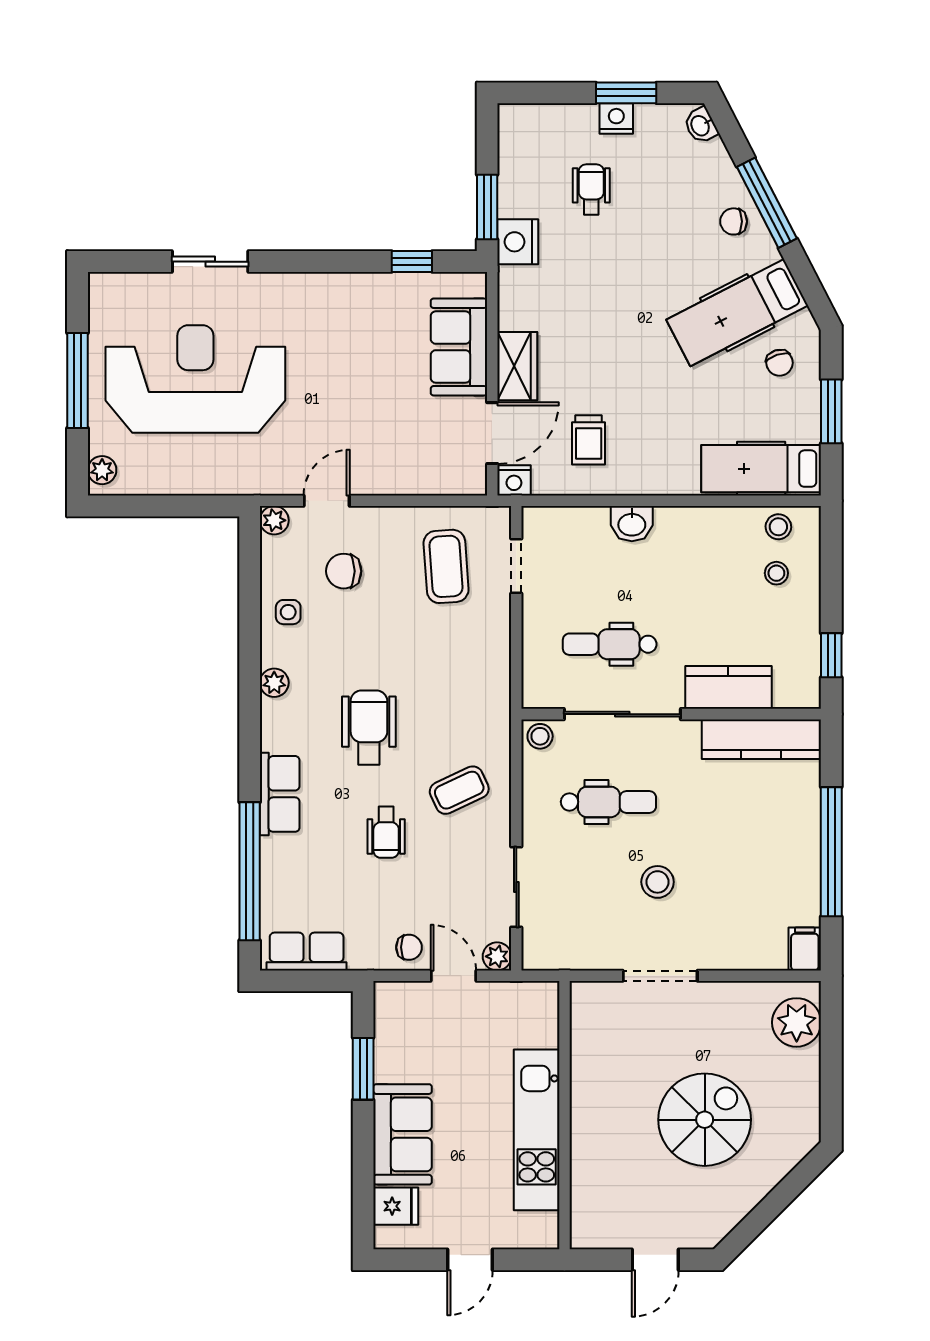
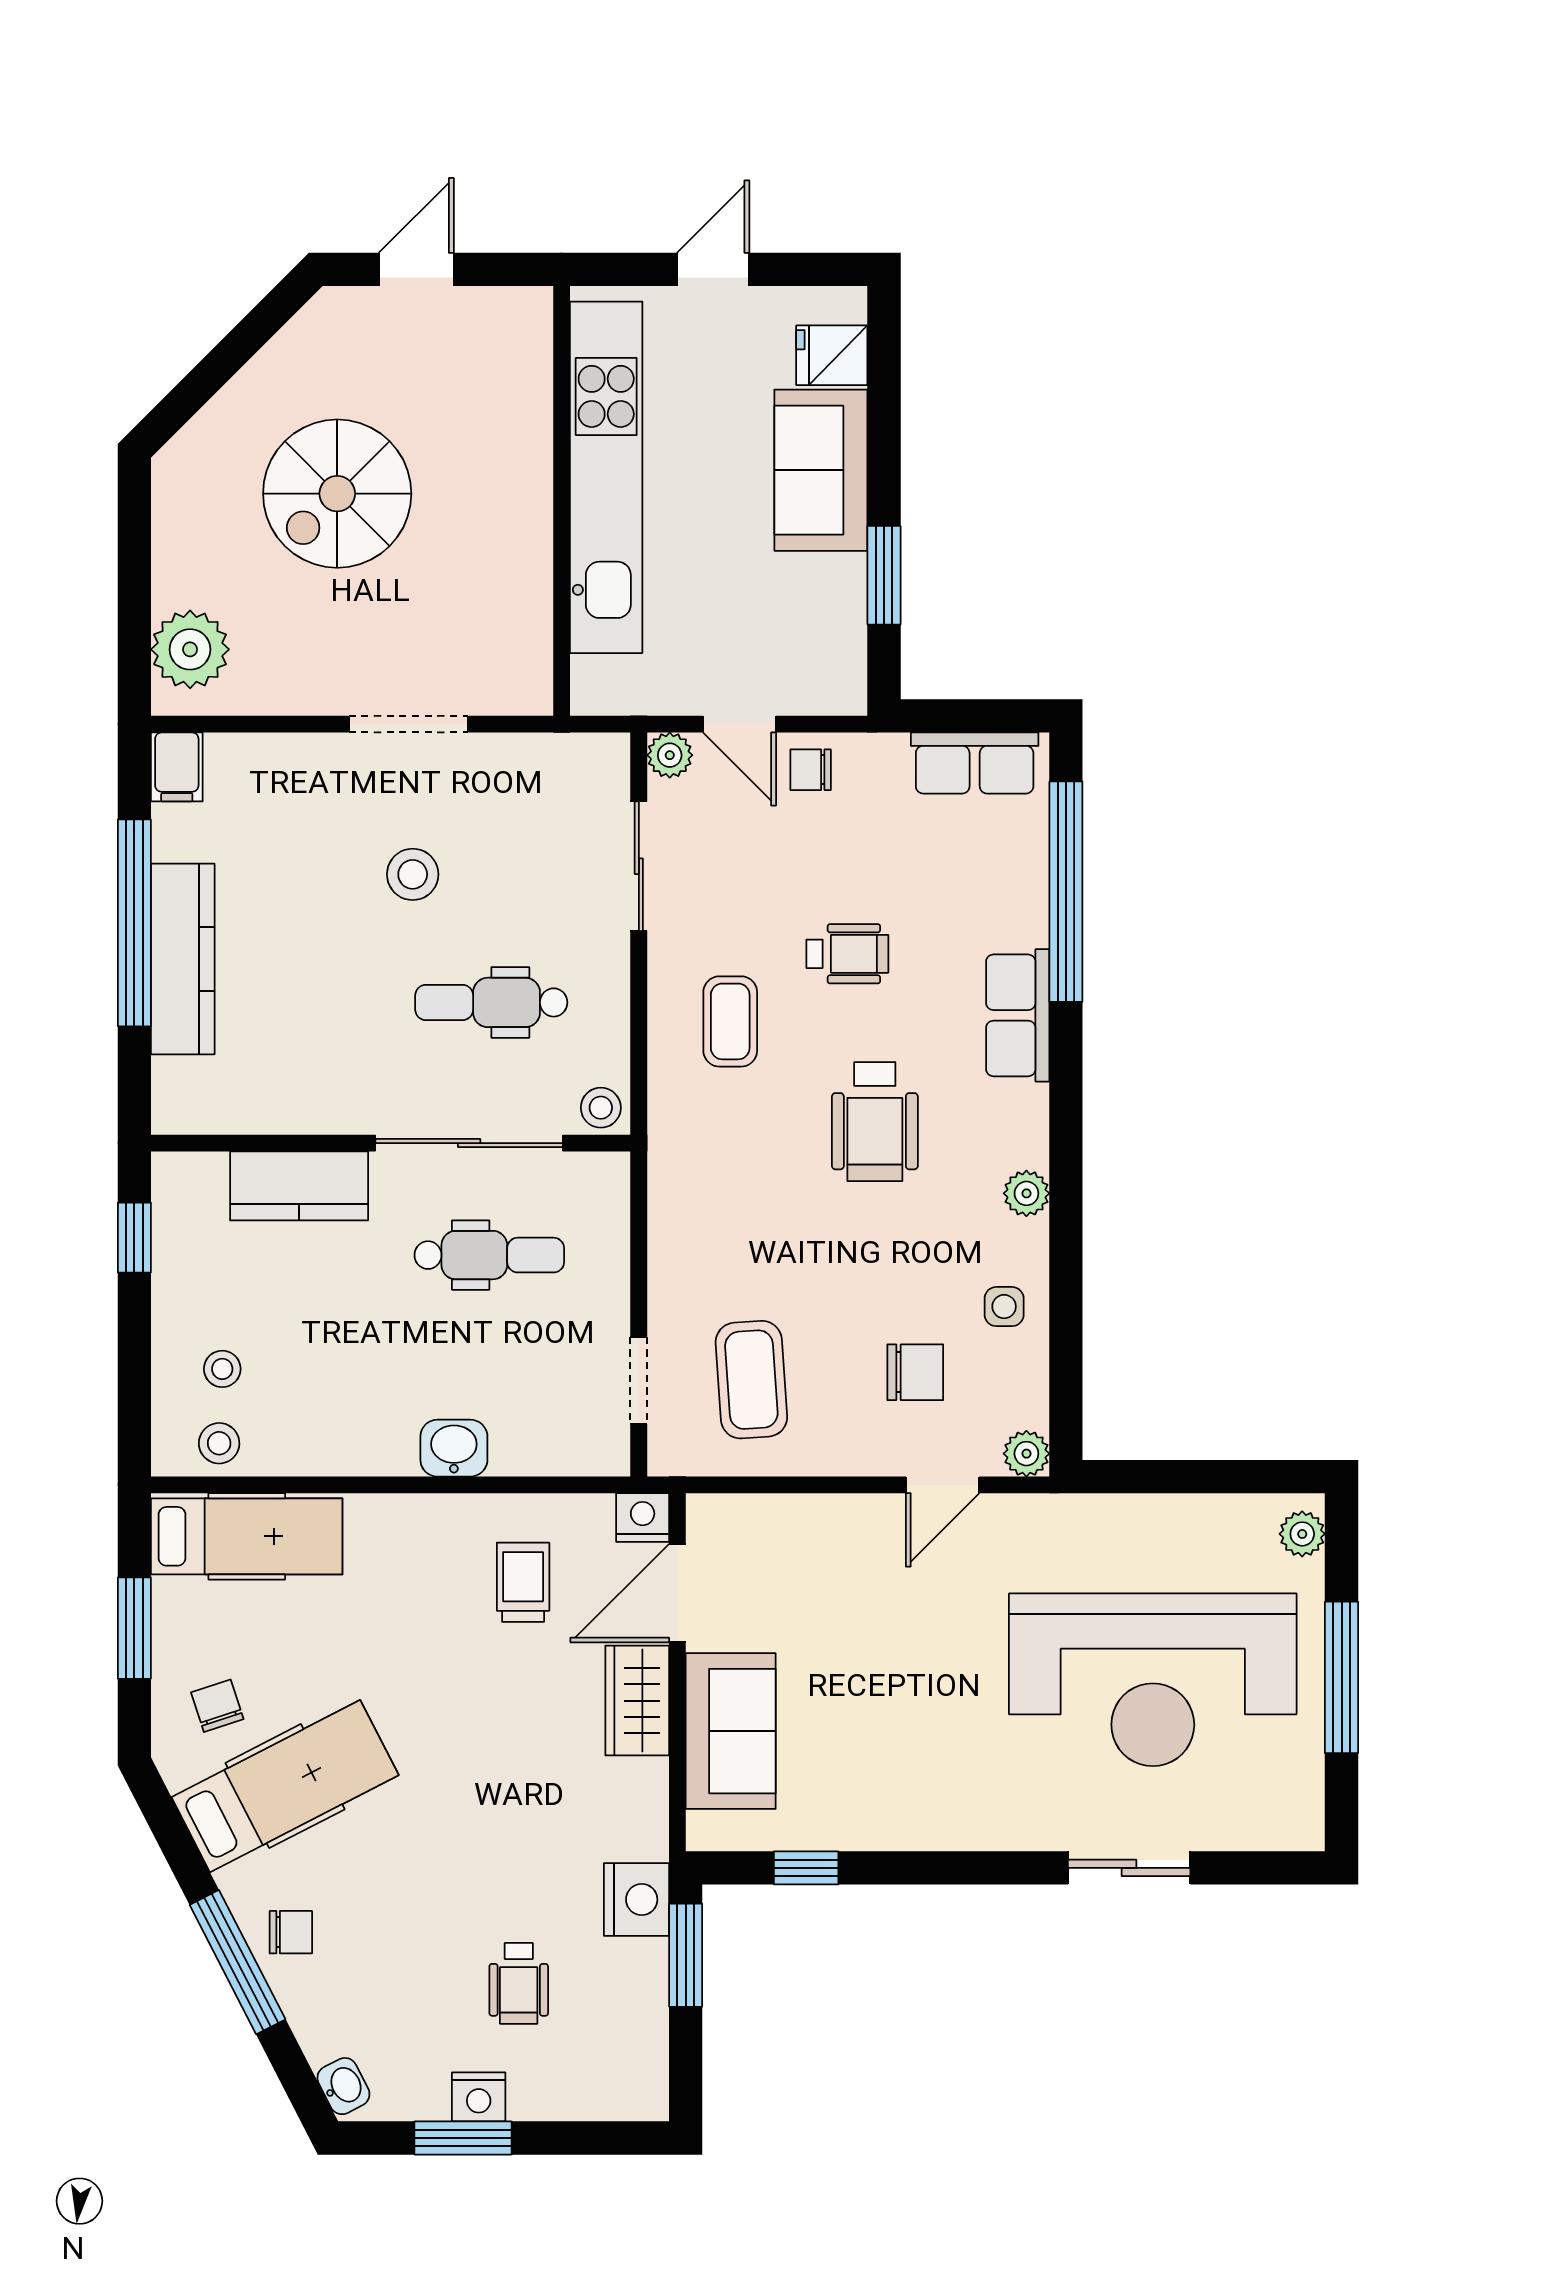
kitchen counter: (761, 739) -> (183, 959), moved, turned 90
coffee table: (459, 790) -> (730, 1021), turned -65
wheelchair: (386, 832) -> (847, 954), turned 90
kitchen unit: (537, 1130) -> (606, 477), width x1.36

